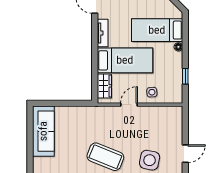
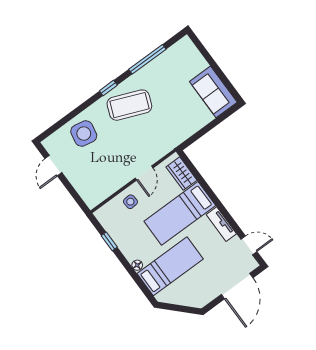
sofa: (43, 131) -> (213, 92), width x0.73

